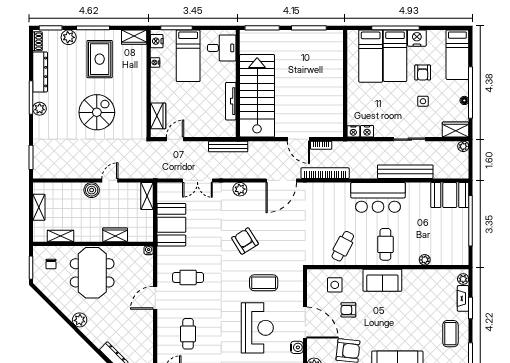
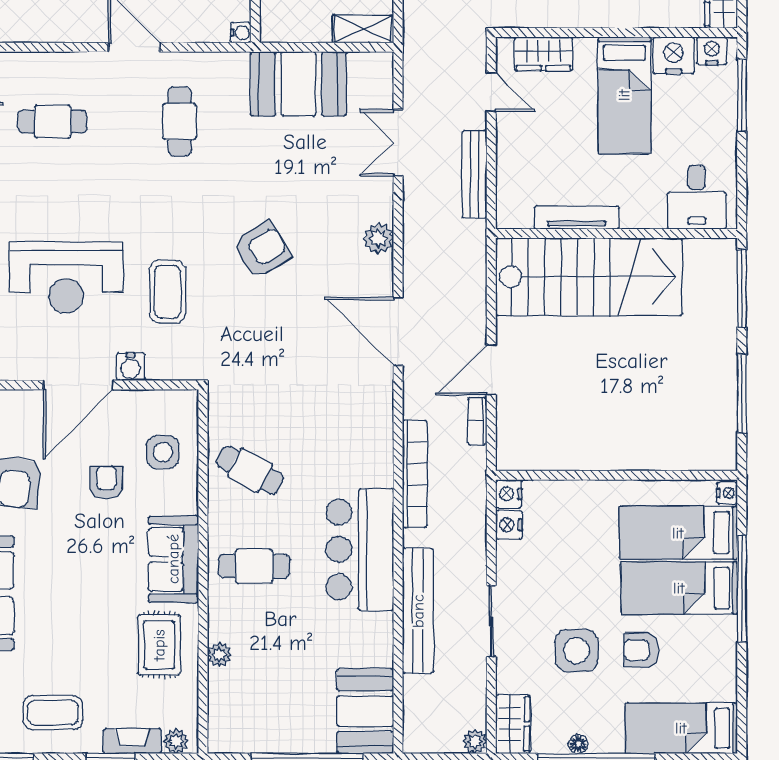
nightstand: (417, 38) -> (727, 493), moved, width x0.53, depth x0.56
bed: (188, 56) -> (624, 95), moved, turned -90
nightstand: (155, 62) -> (674, 55), width x1.89, depth x1.79
side table: (423, 101) -> (577, 651), width x1.87, depth x1.87
bench: (228, 146) -> (475, 174), moved
bookcase: (325, 173) -> (415, 474), moved
rug: (420, 287) -> (159, 645), added
water cooler: (297, 347) -> (131, 367), moved

